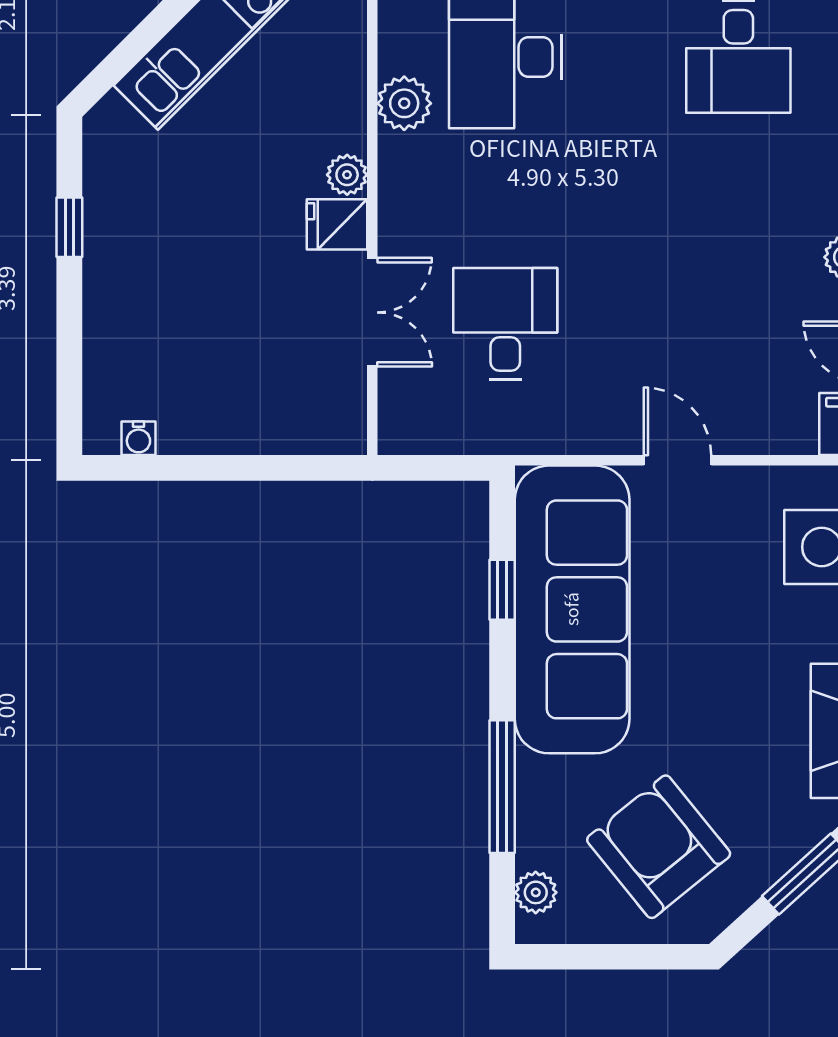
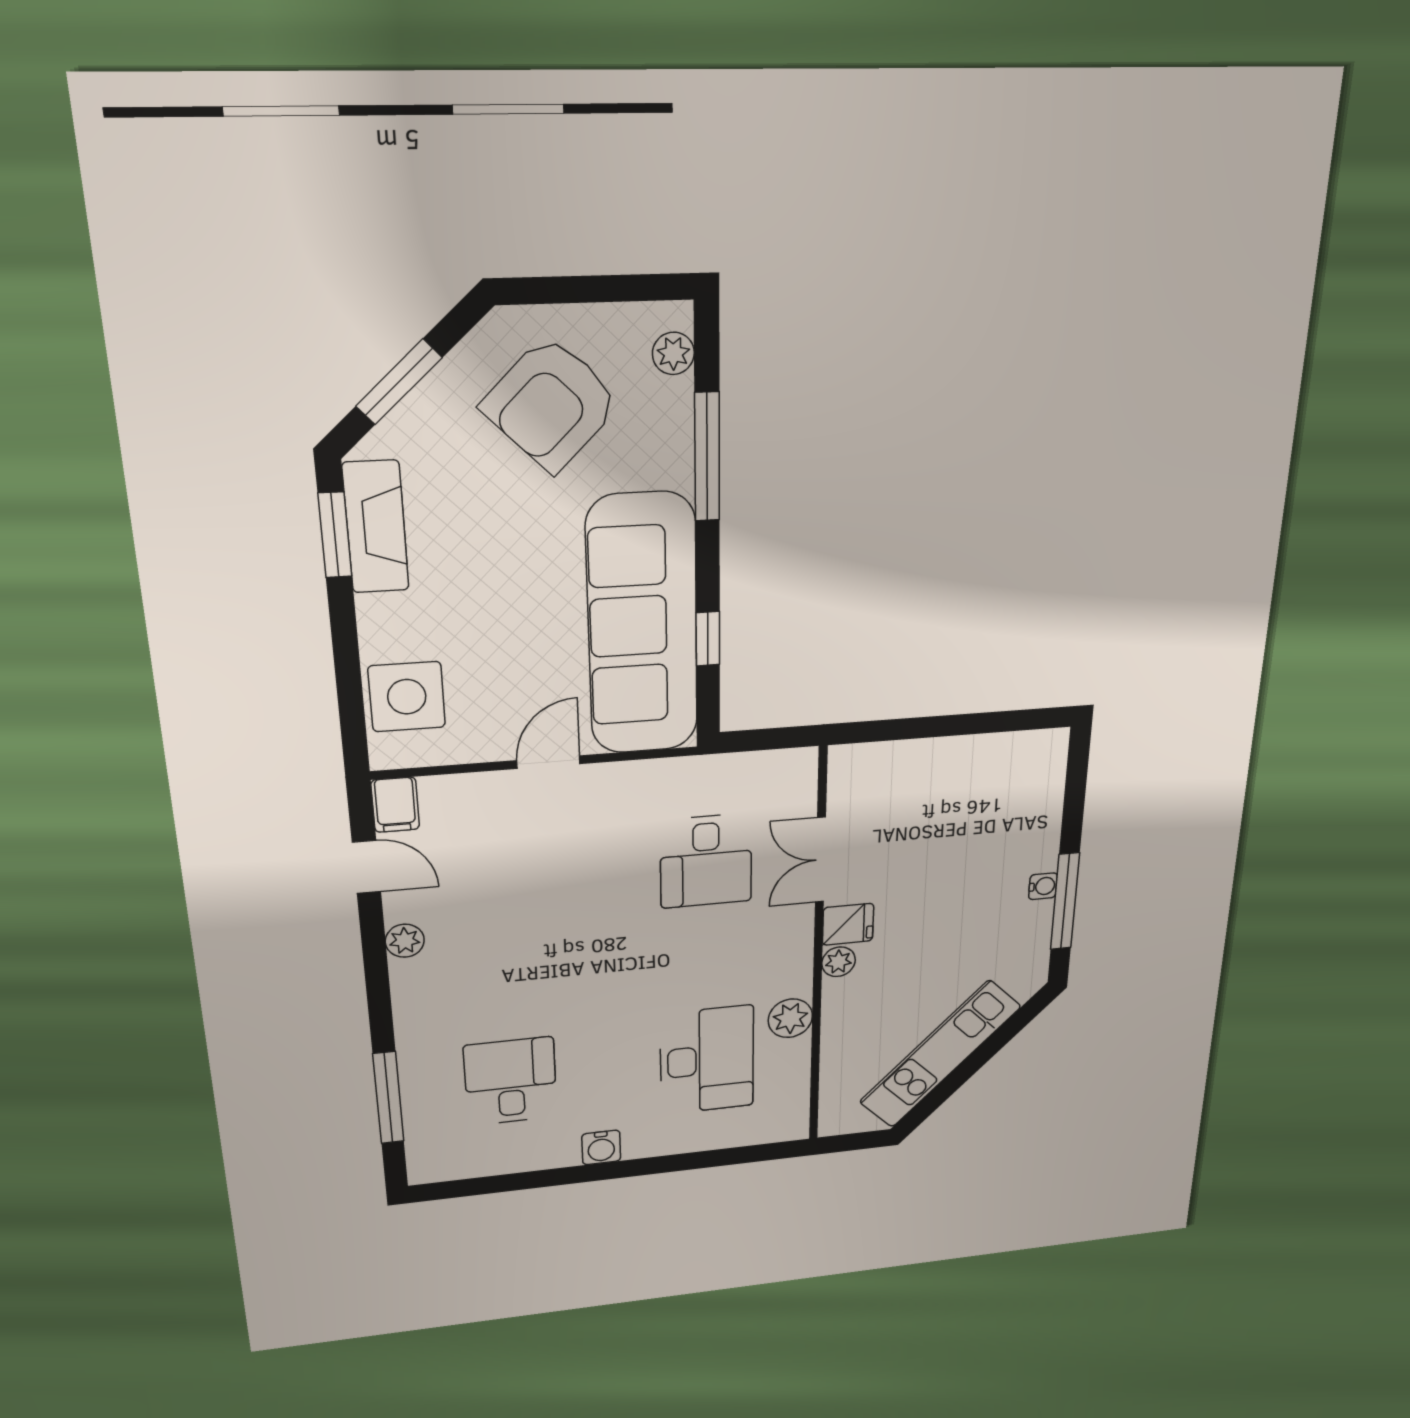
window: (69, 227) -> (1065, 901), width x2.17
water cooler: (138, 438) -> (1043, 886), moved, turned 90
door: (677, 460) -> (548, 762), swing flipped
armchair: (659, 847) -> (551, 404), turned 84

